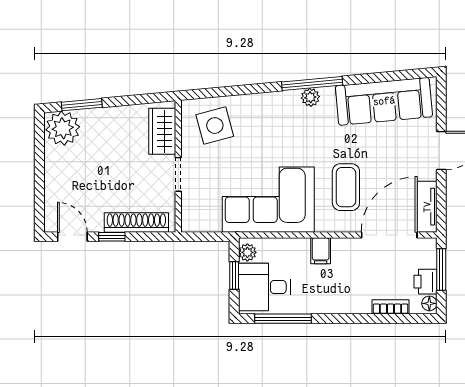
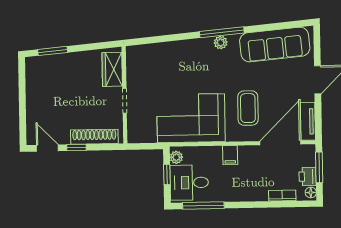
side table: (215, 126) -> (151, 64), removed
plant: (63, 128) -> (39, 68), removed

